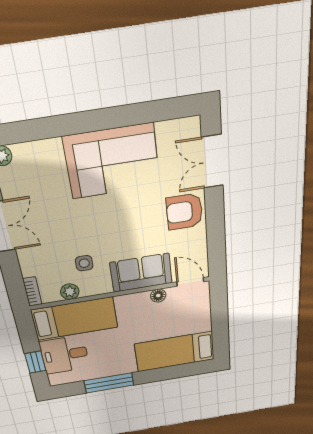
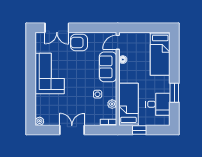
armchair: (184, 212) -> (79, 43), turned 90
desk: (65, 355) -> (158, 104), moved, turned -90
window: (35, 362) -> (139, 130), moved
window: (109, 383) -> (174, 93), width x0.69

